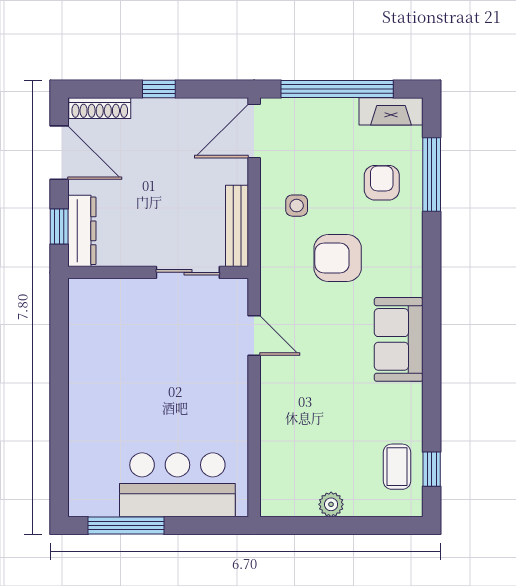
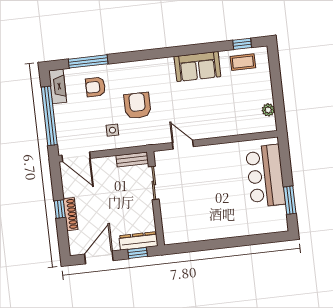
shoe rack: (100, 108) -> (70, 214), moved
bench: (237, 226) -> (132, 159), width x0.73
armchair: (338, 258) -> (137, 106), turned 180
door: (254, 335) -> (183, 145), hinge flipped
sofa: (399, 339) -> (197, 66), moved
plant: (331, 504) -> (268, 110), moved
window: (126, 526) -> (290, 200), width x0.69

